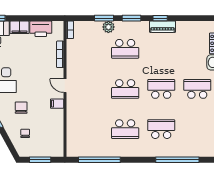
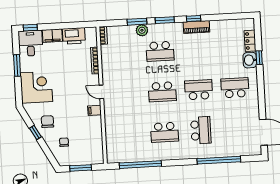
chair: (21, 108) -> (47, 122), moved
school desk: (161, 129) -> (201, 130), turned 90

